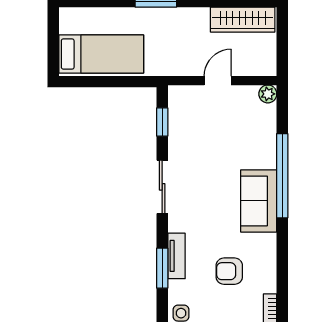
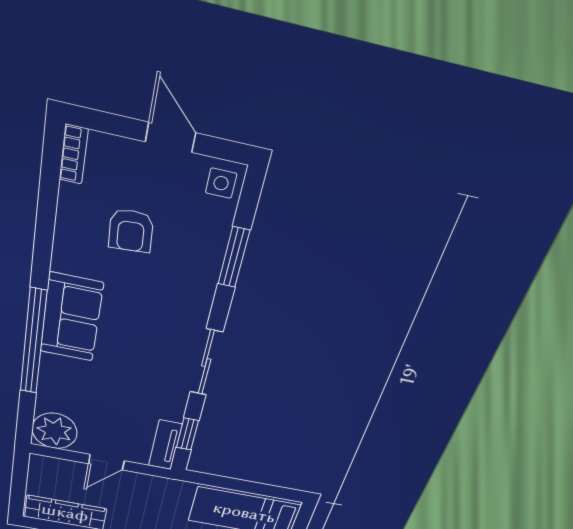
plant: (268, 94) -> (55, 431), width x1.88, depth x1.88
tv unit: (176, 256) -> (165, 445), moved
armchair: (229, 271) -> (131, 231), turned 86

